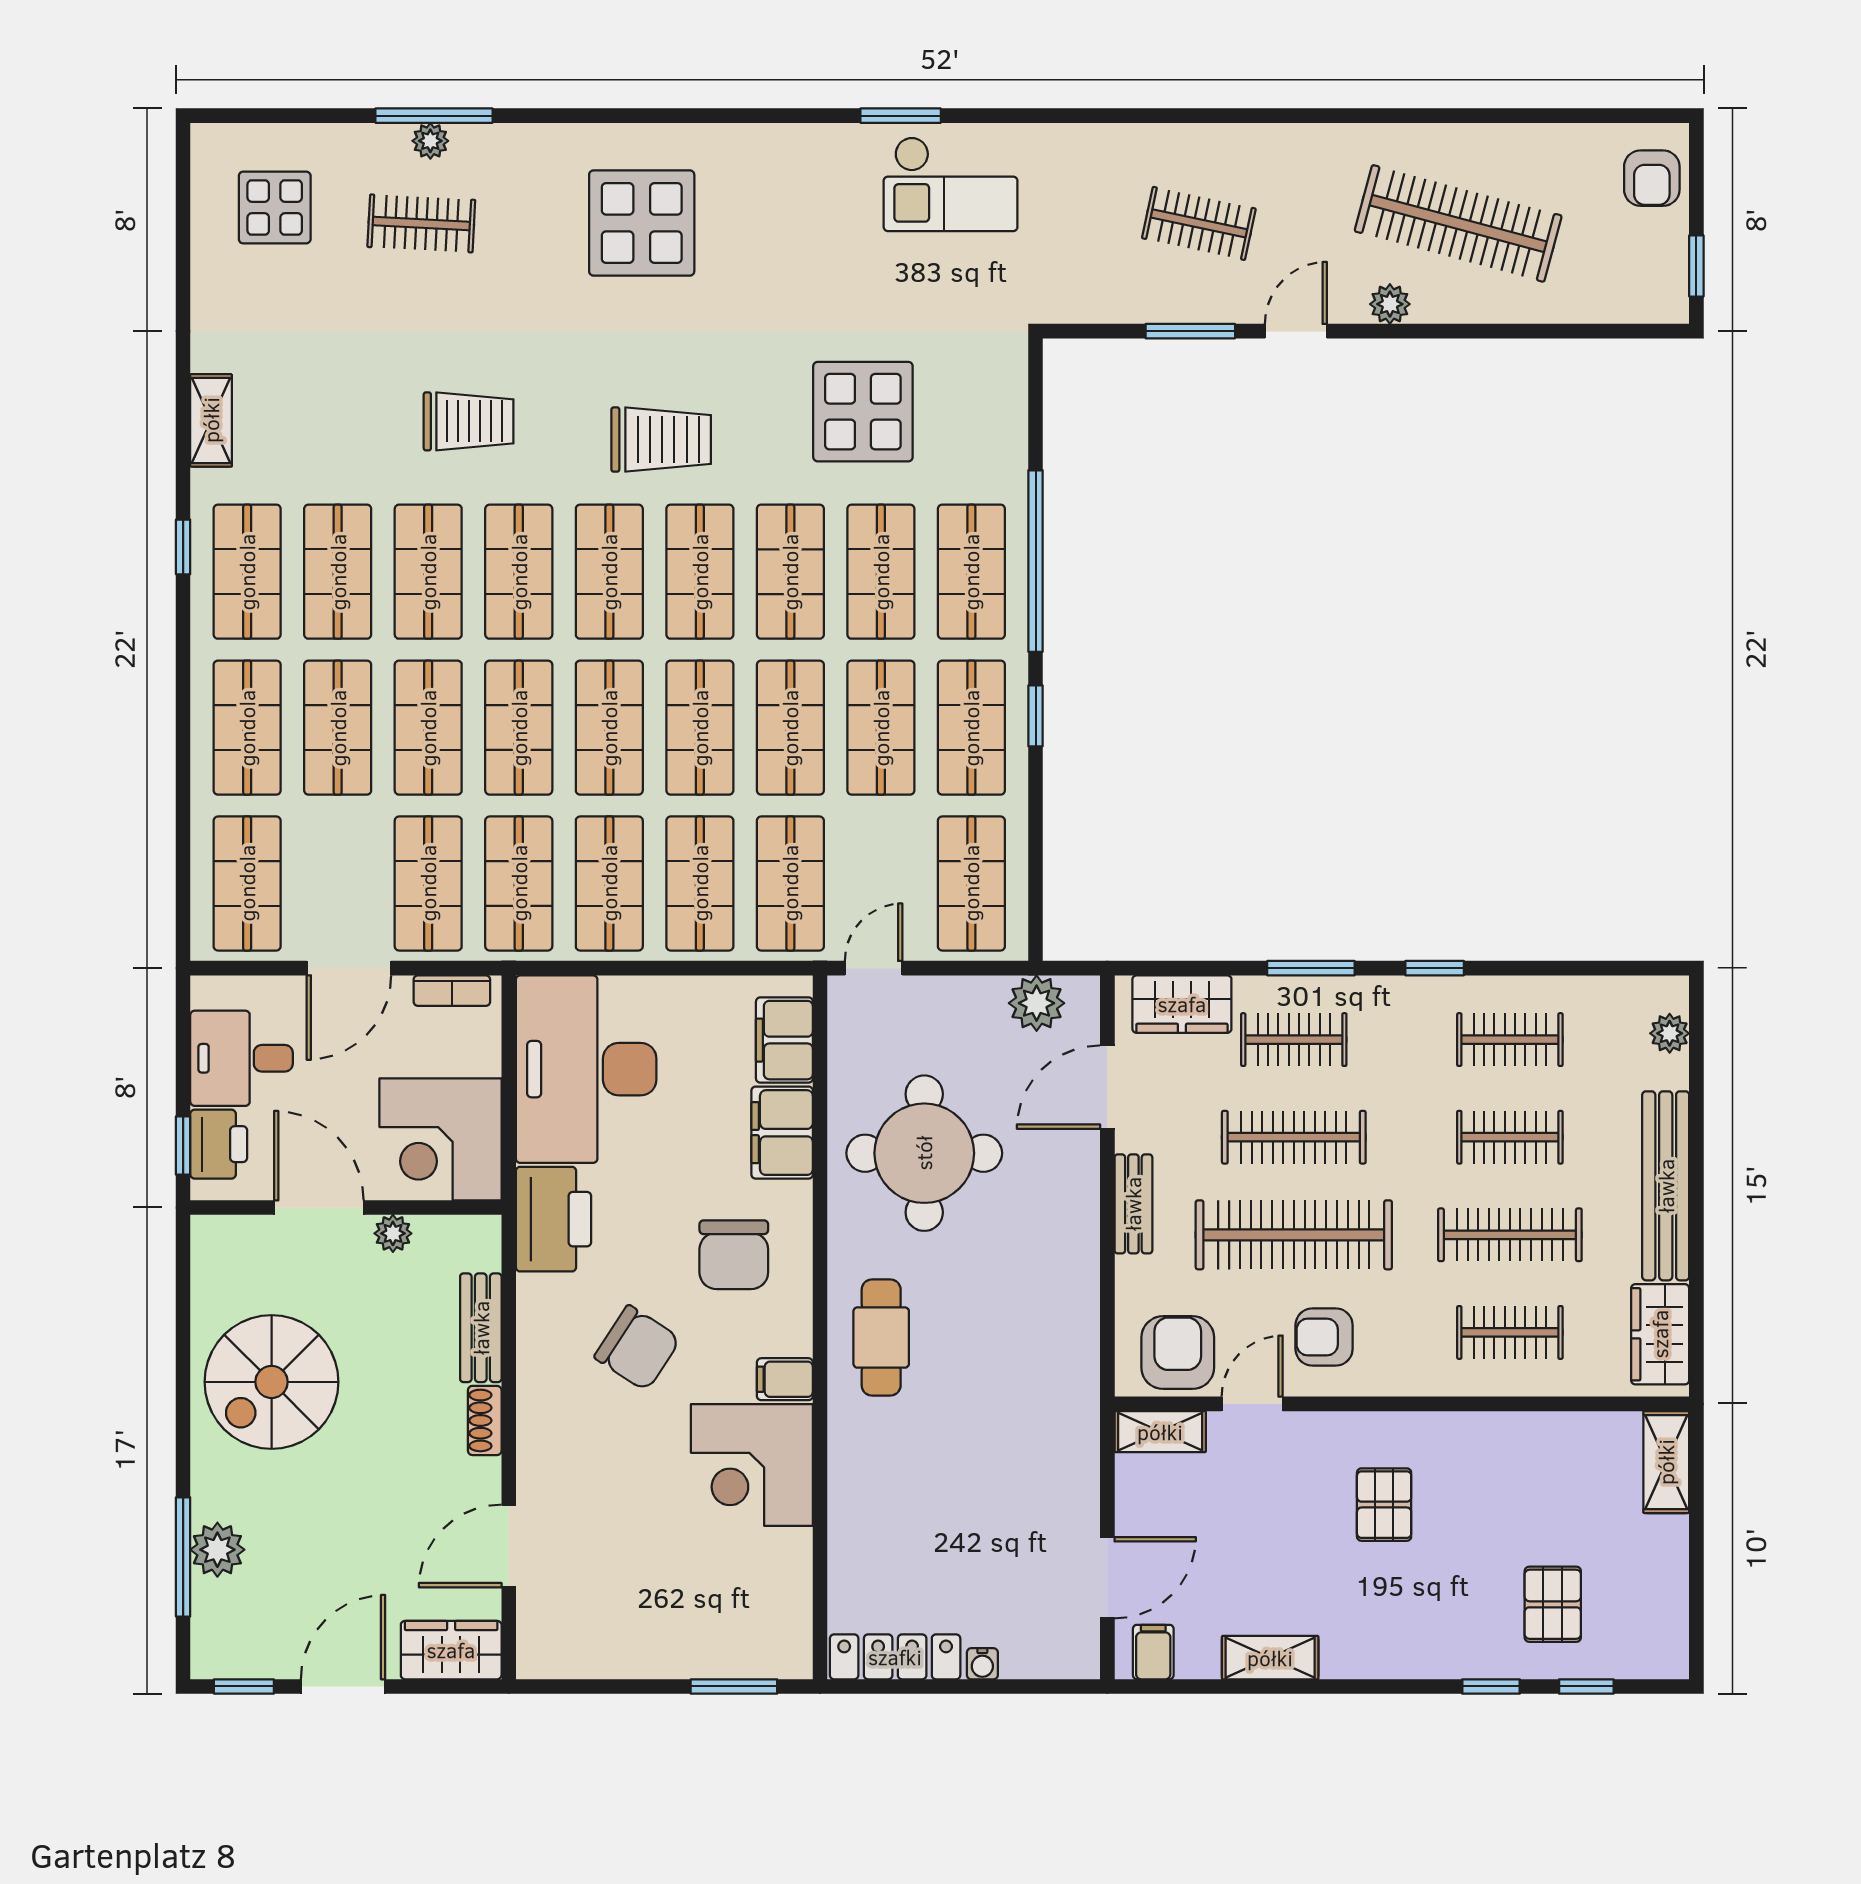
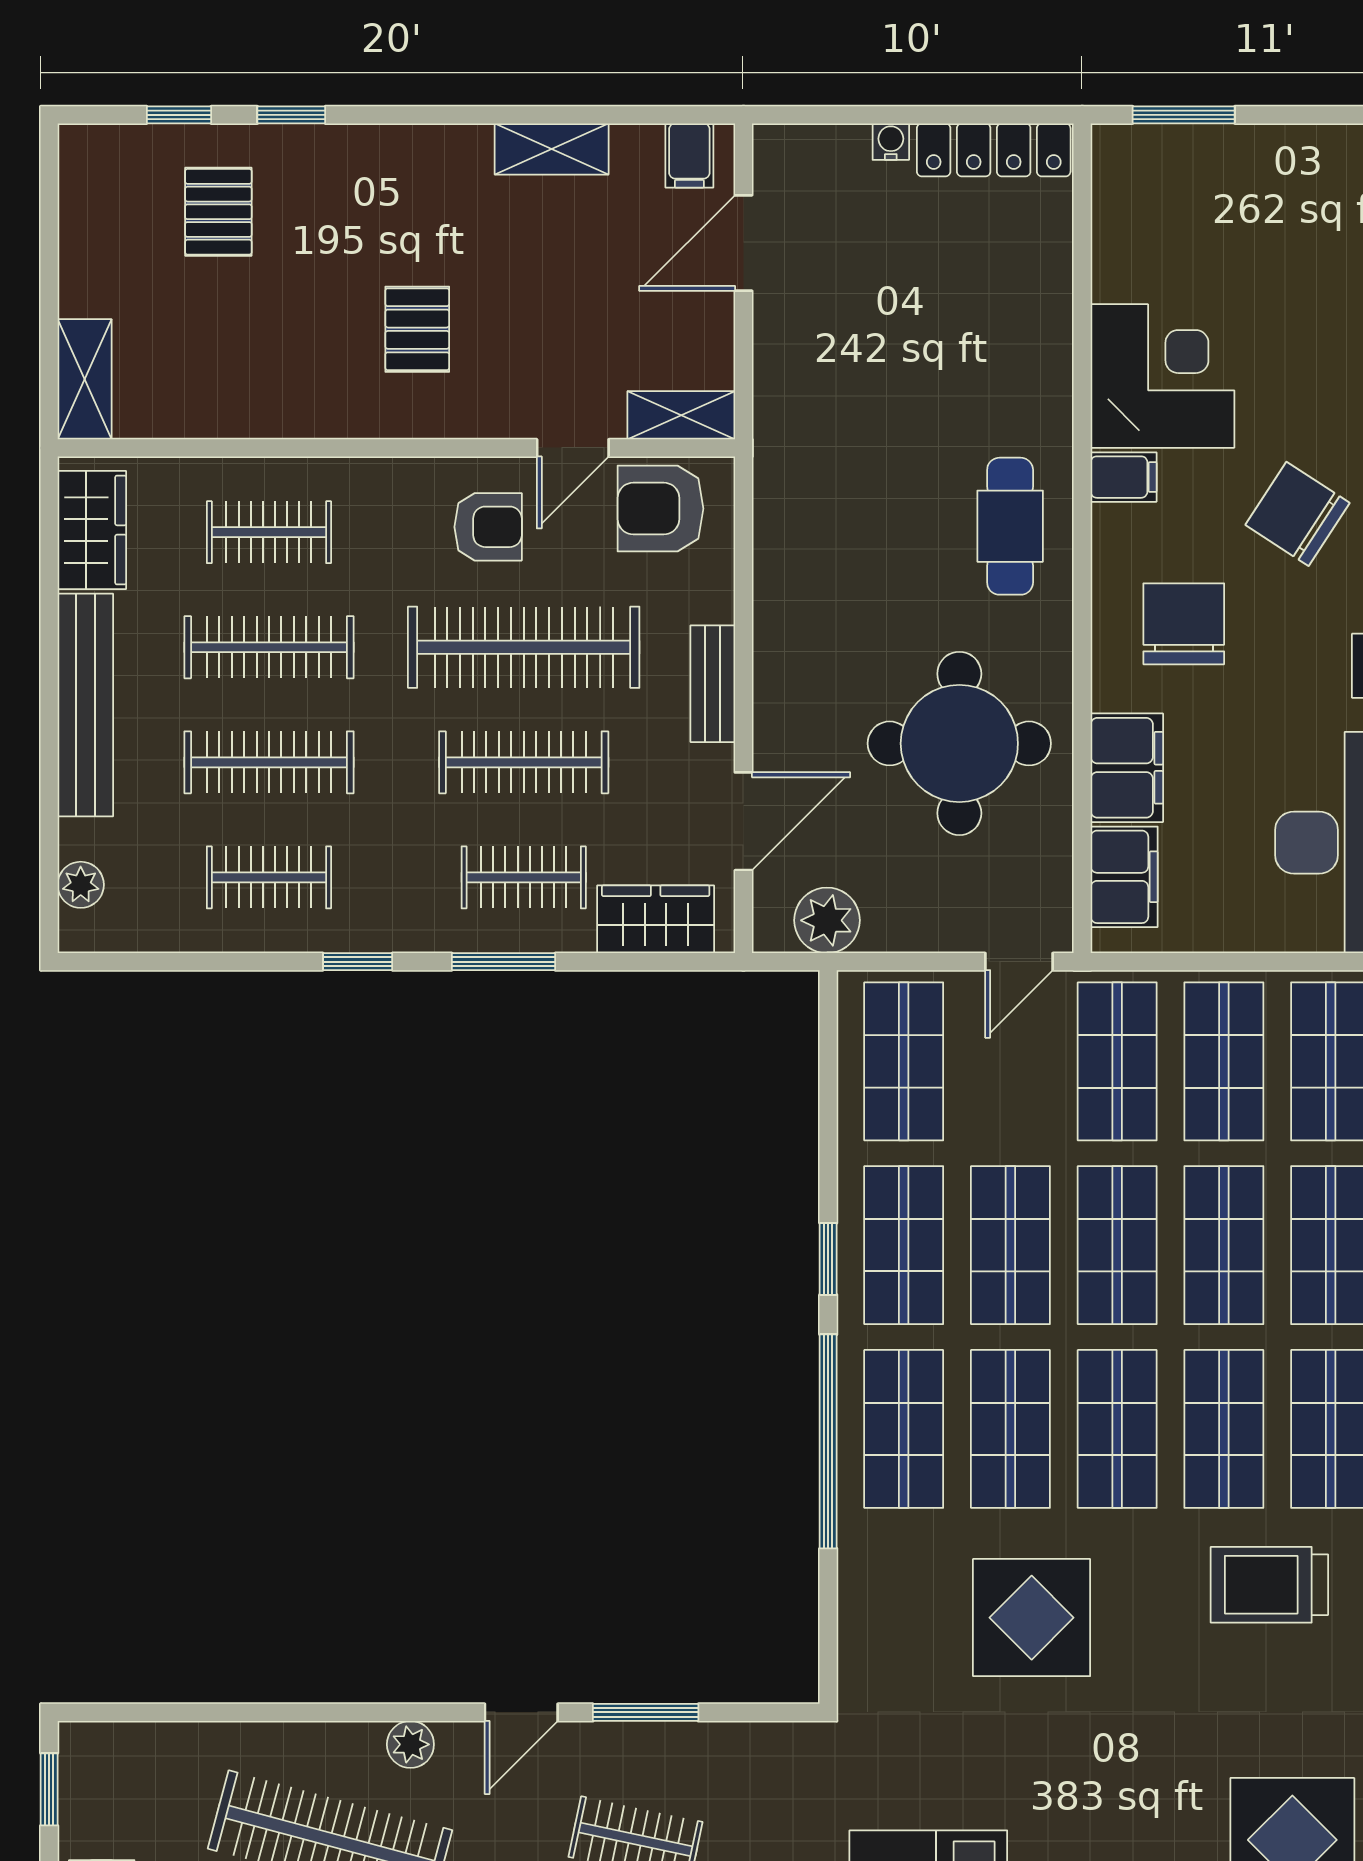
clothes rail: (1510, 1137) -> (269, 762), width x1.36
armchair: (1178, 1353) -> (661, 509), turned 90

